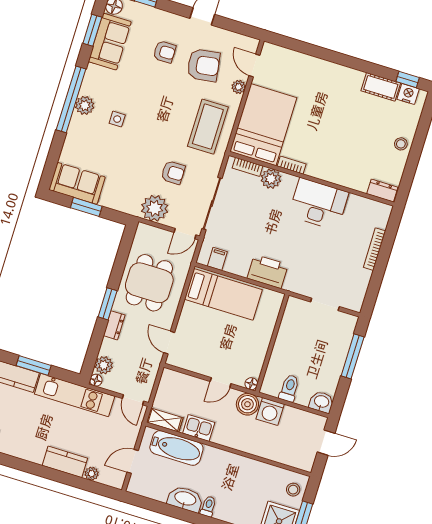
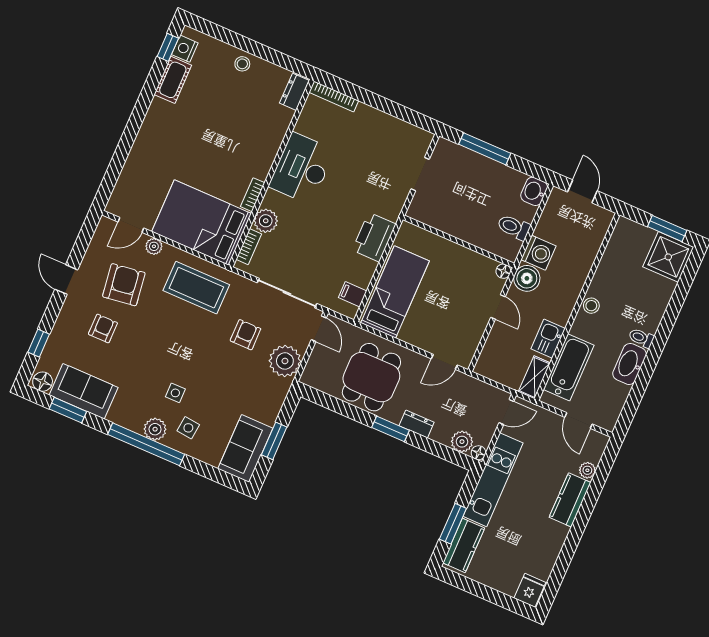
side table: (89, 133) -> (188, 428), added
bookcase: (374, 249) -> (334, 96), moved
dining table: (149, 283) -> (371, 377), turned 90
stool: (293, 490) -> (591, 306), moved

